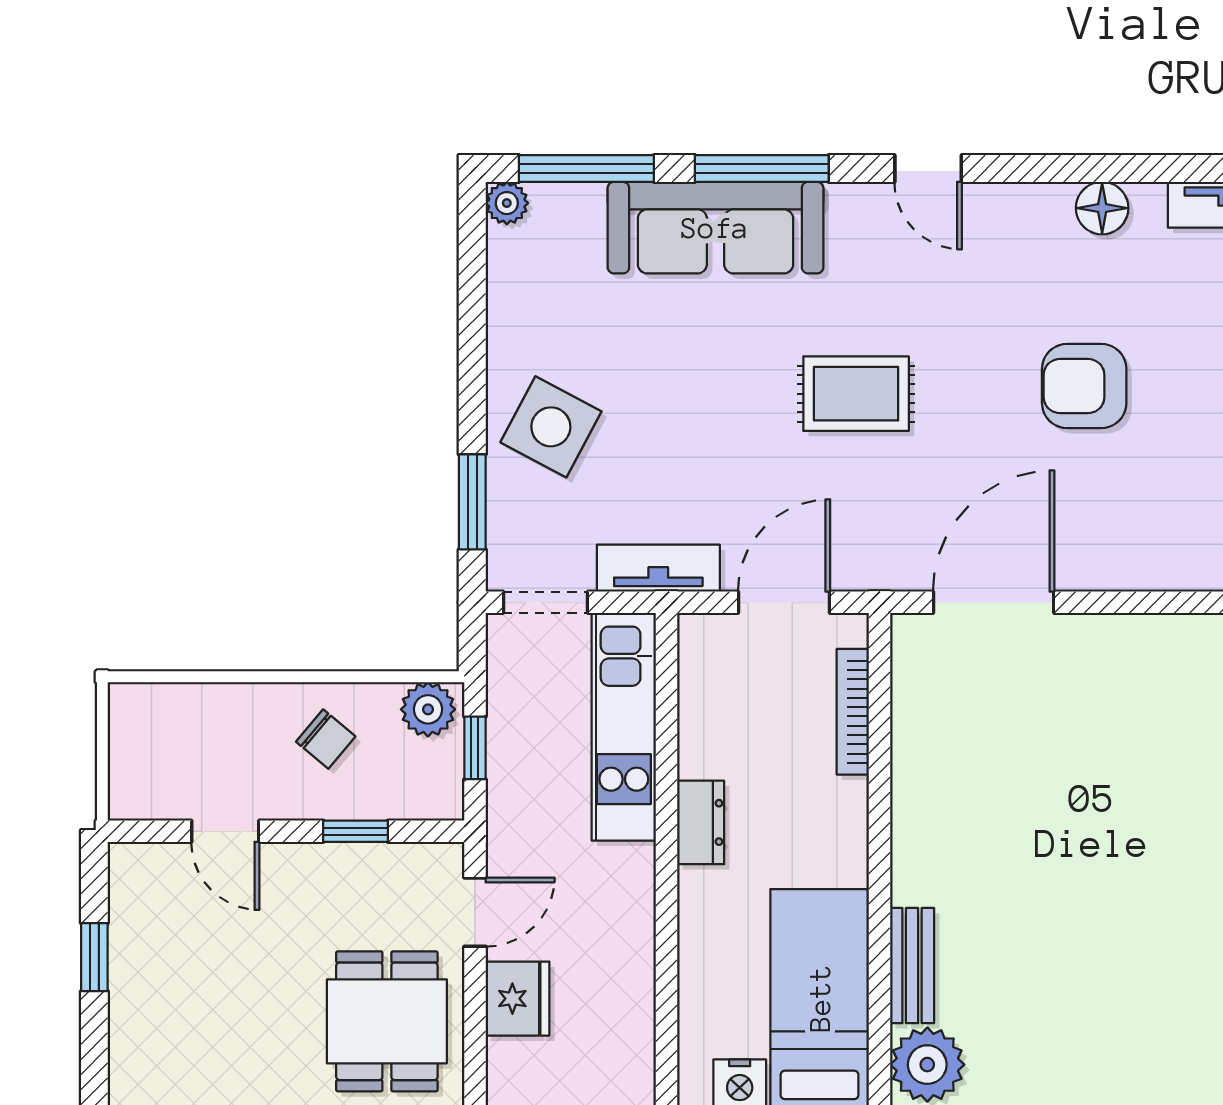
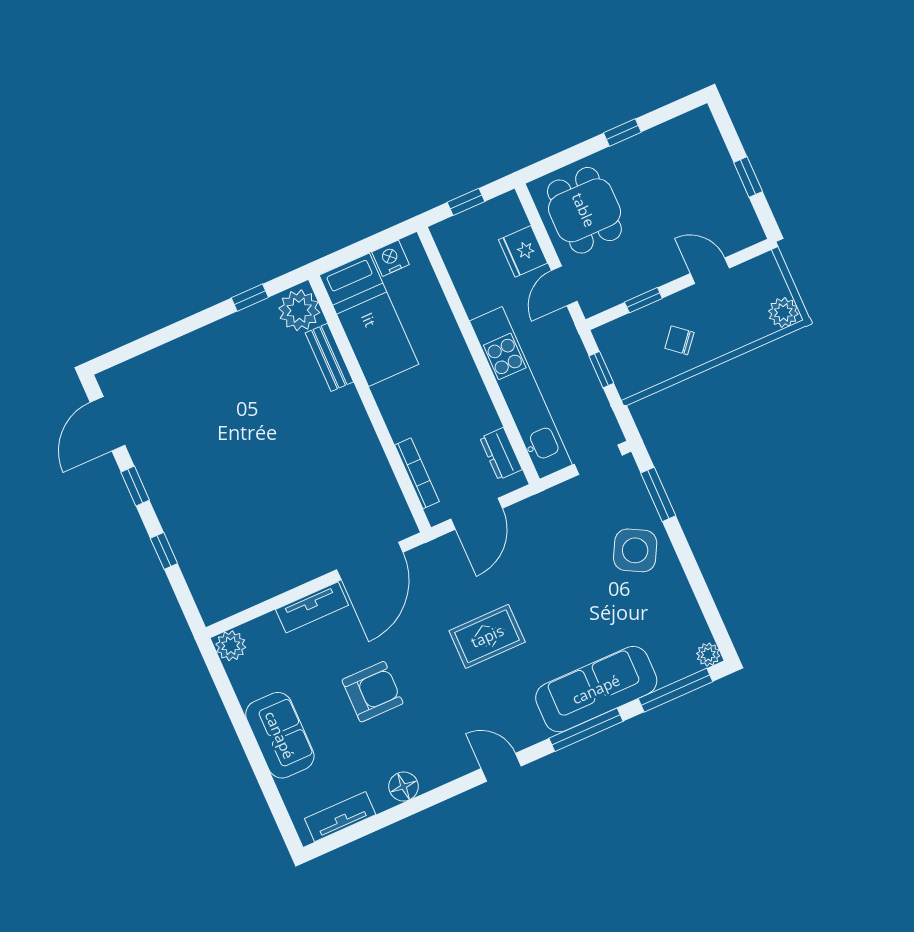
tv unit: (658, 568) -> (312, 607), moved
plant: (428, 709) -> (783, 312), moved
kitchen unit: (624, 727) -> (521, 393), width x1.36
dresser: (701, 822) -> (501, 454), moved

